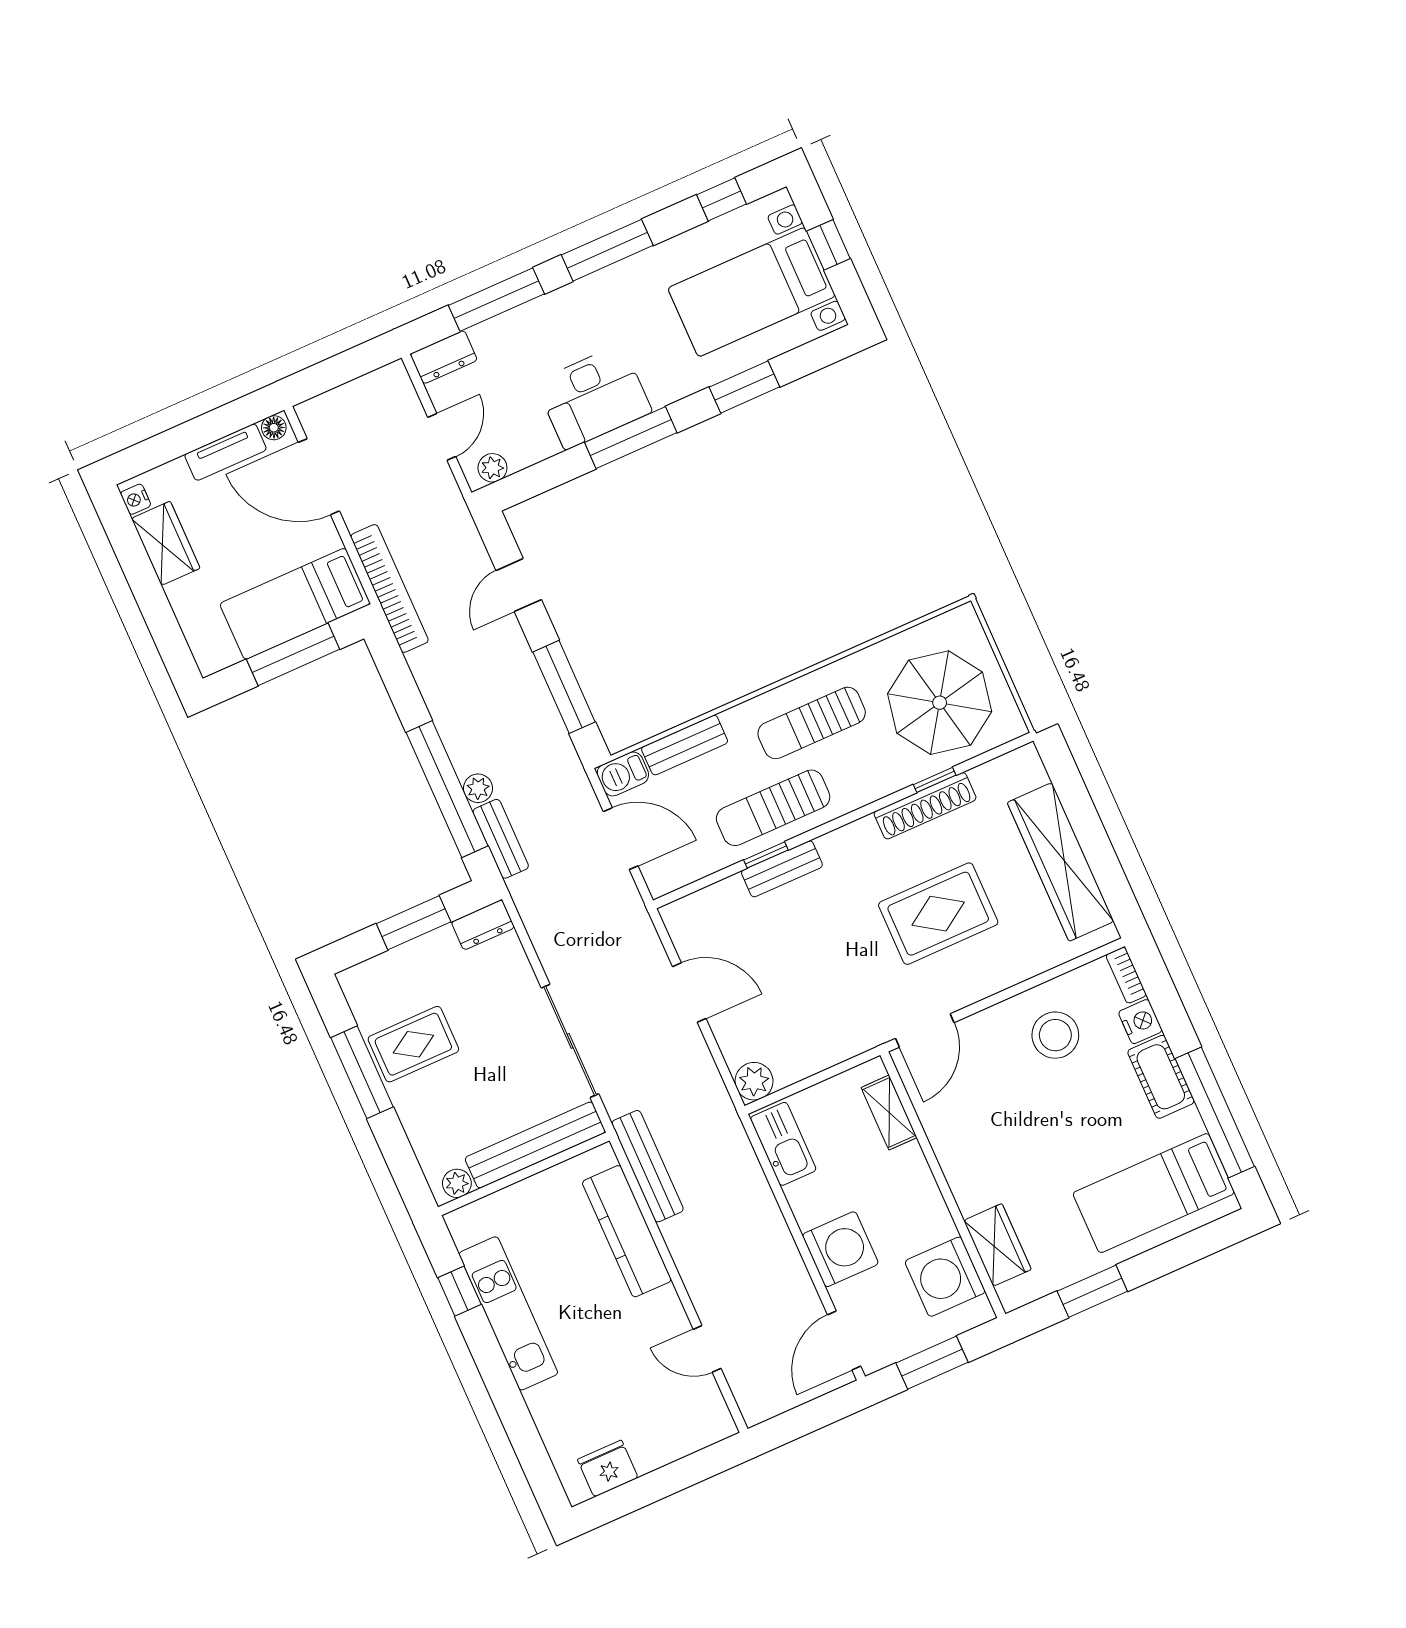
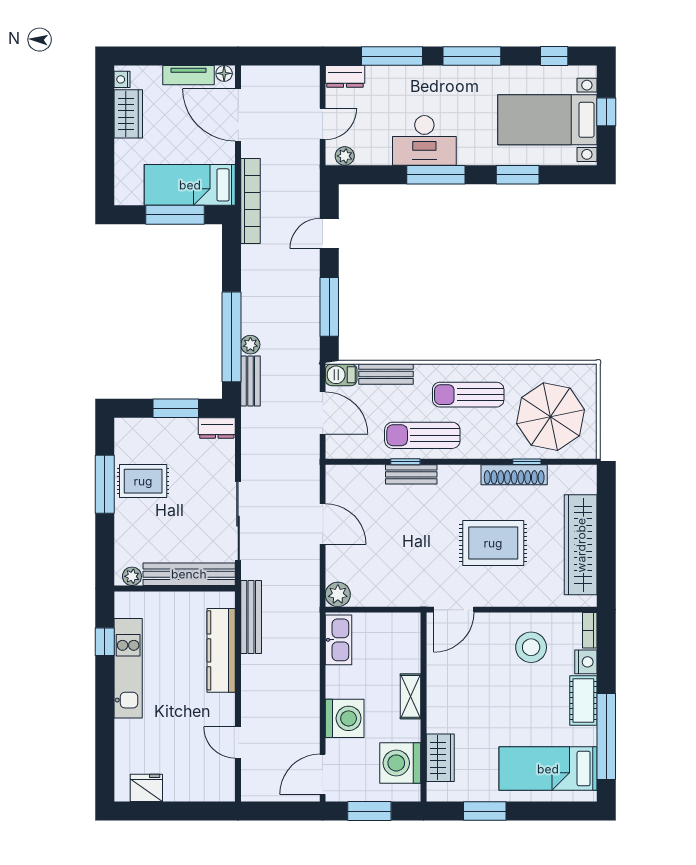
shelving: (889, 1113) -> (411, 696), moved

